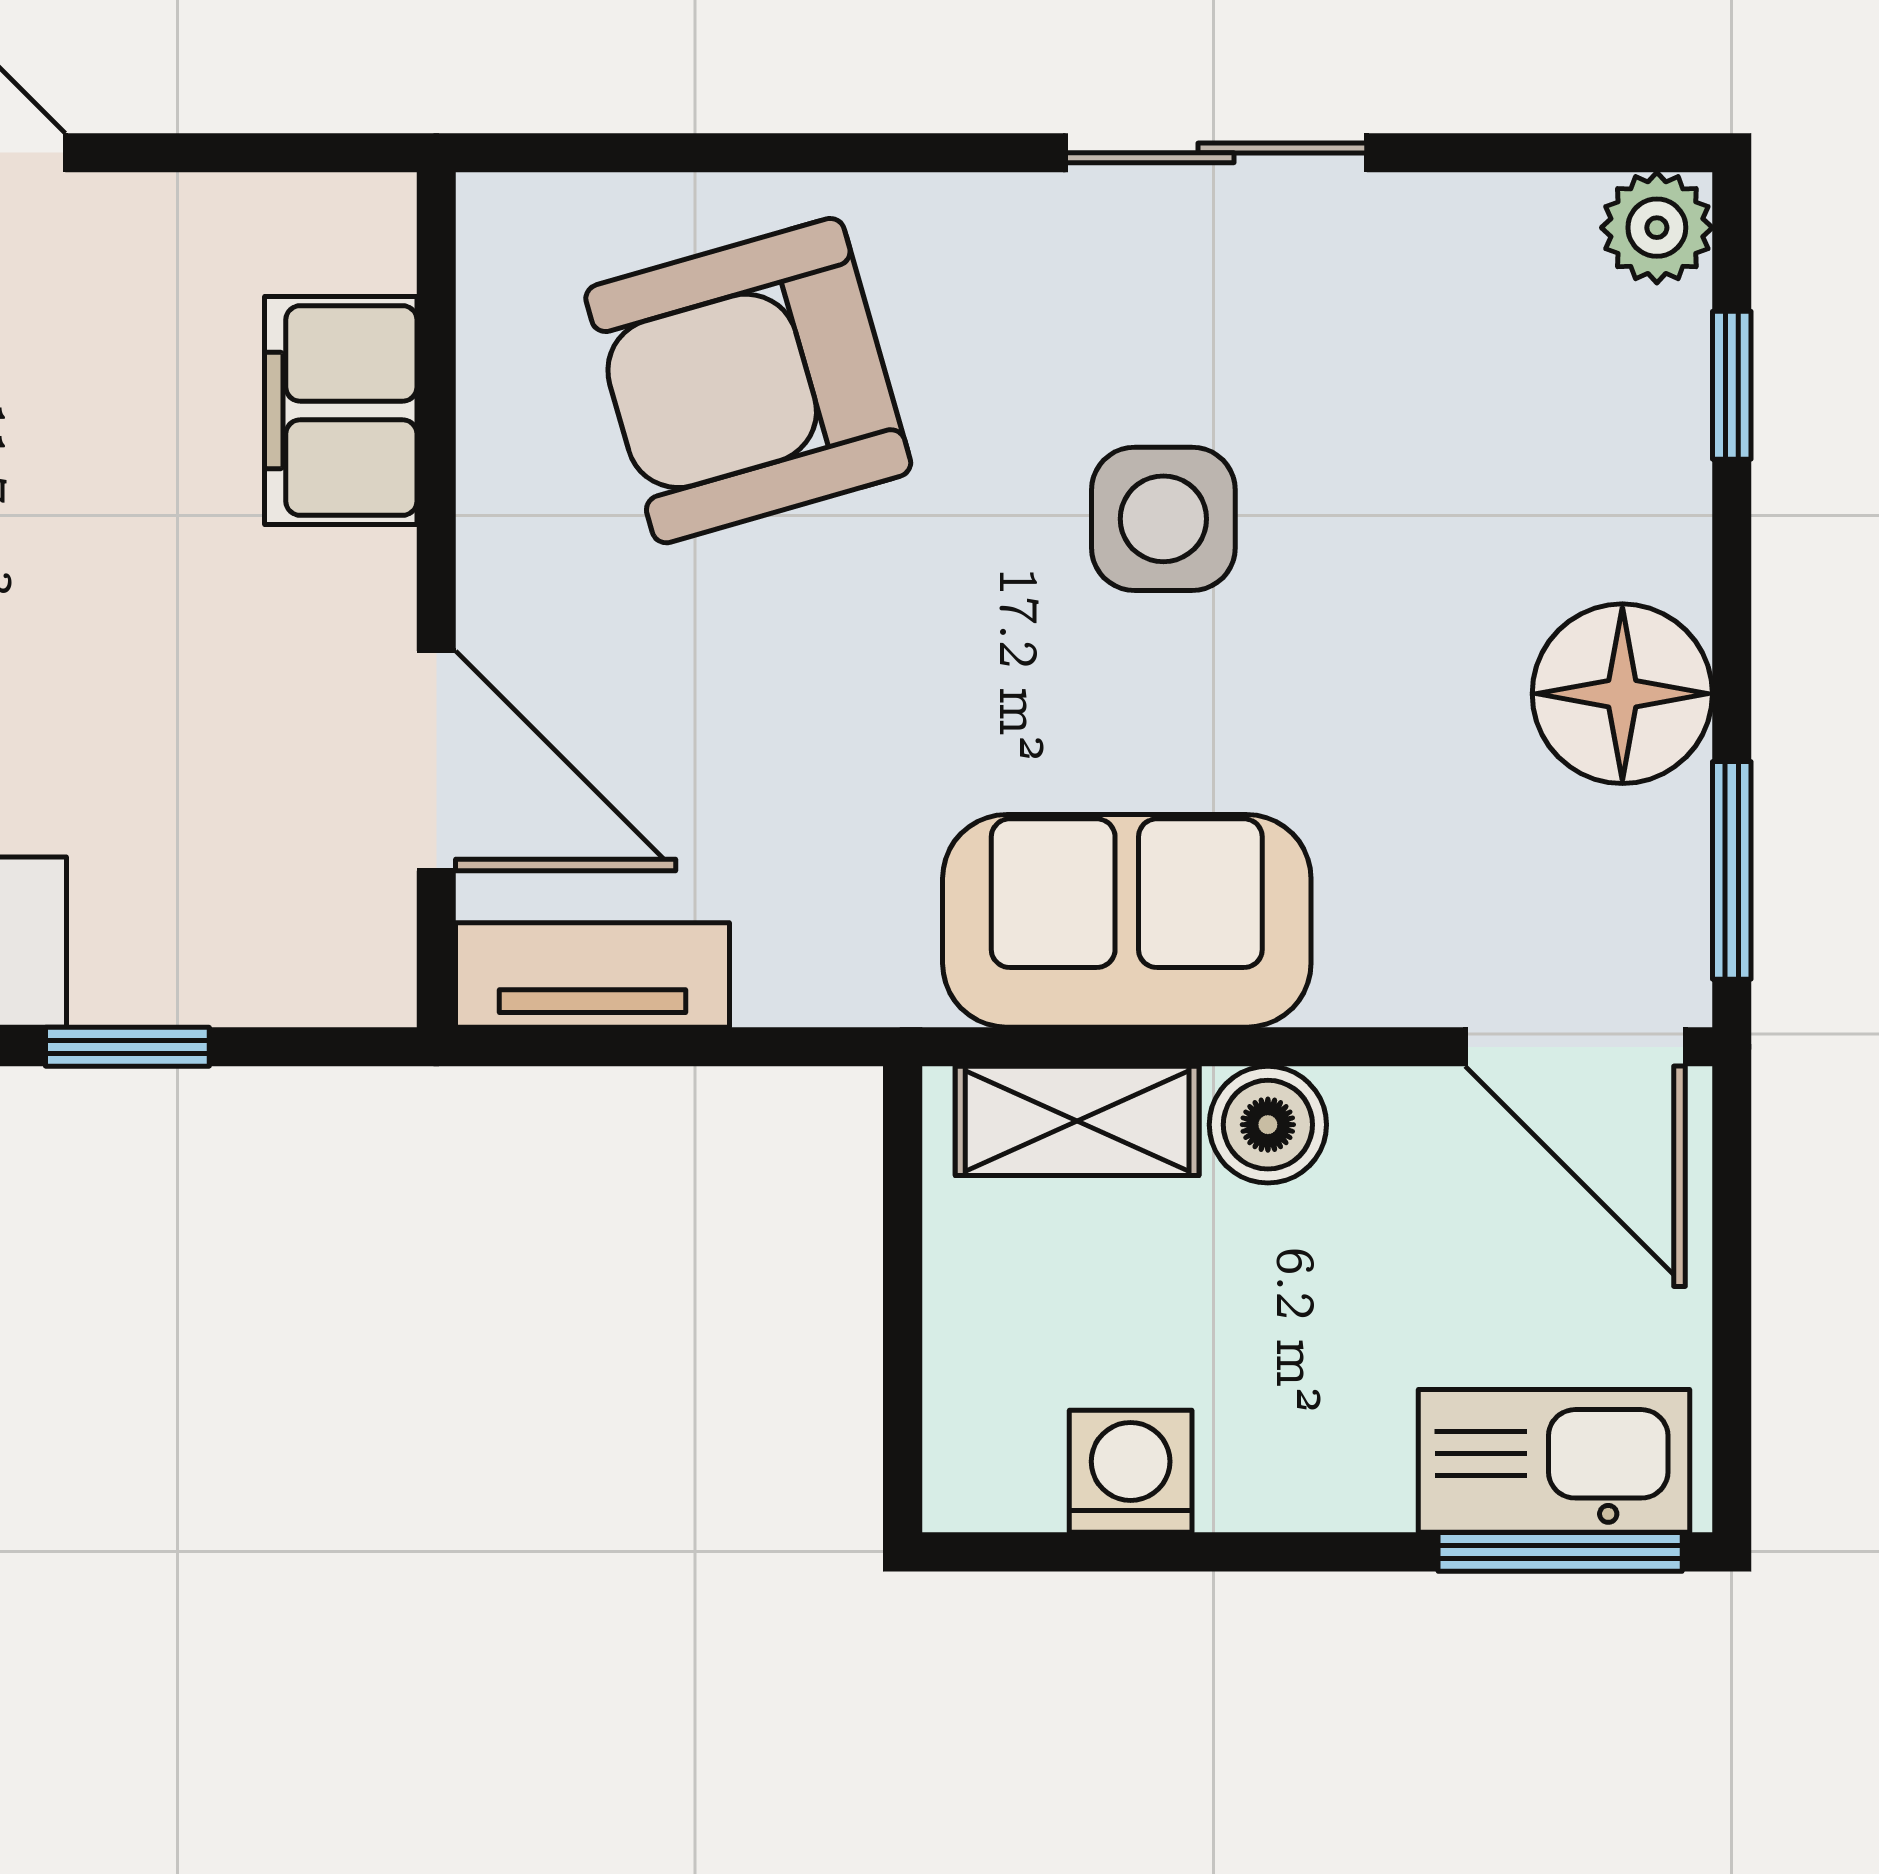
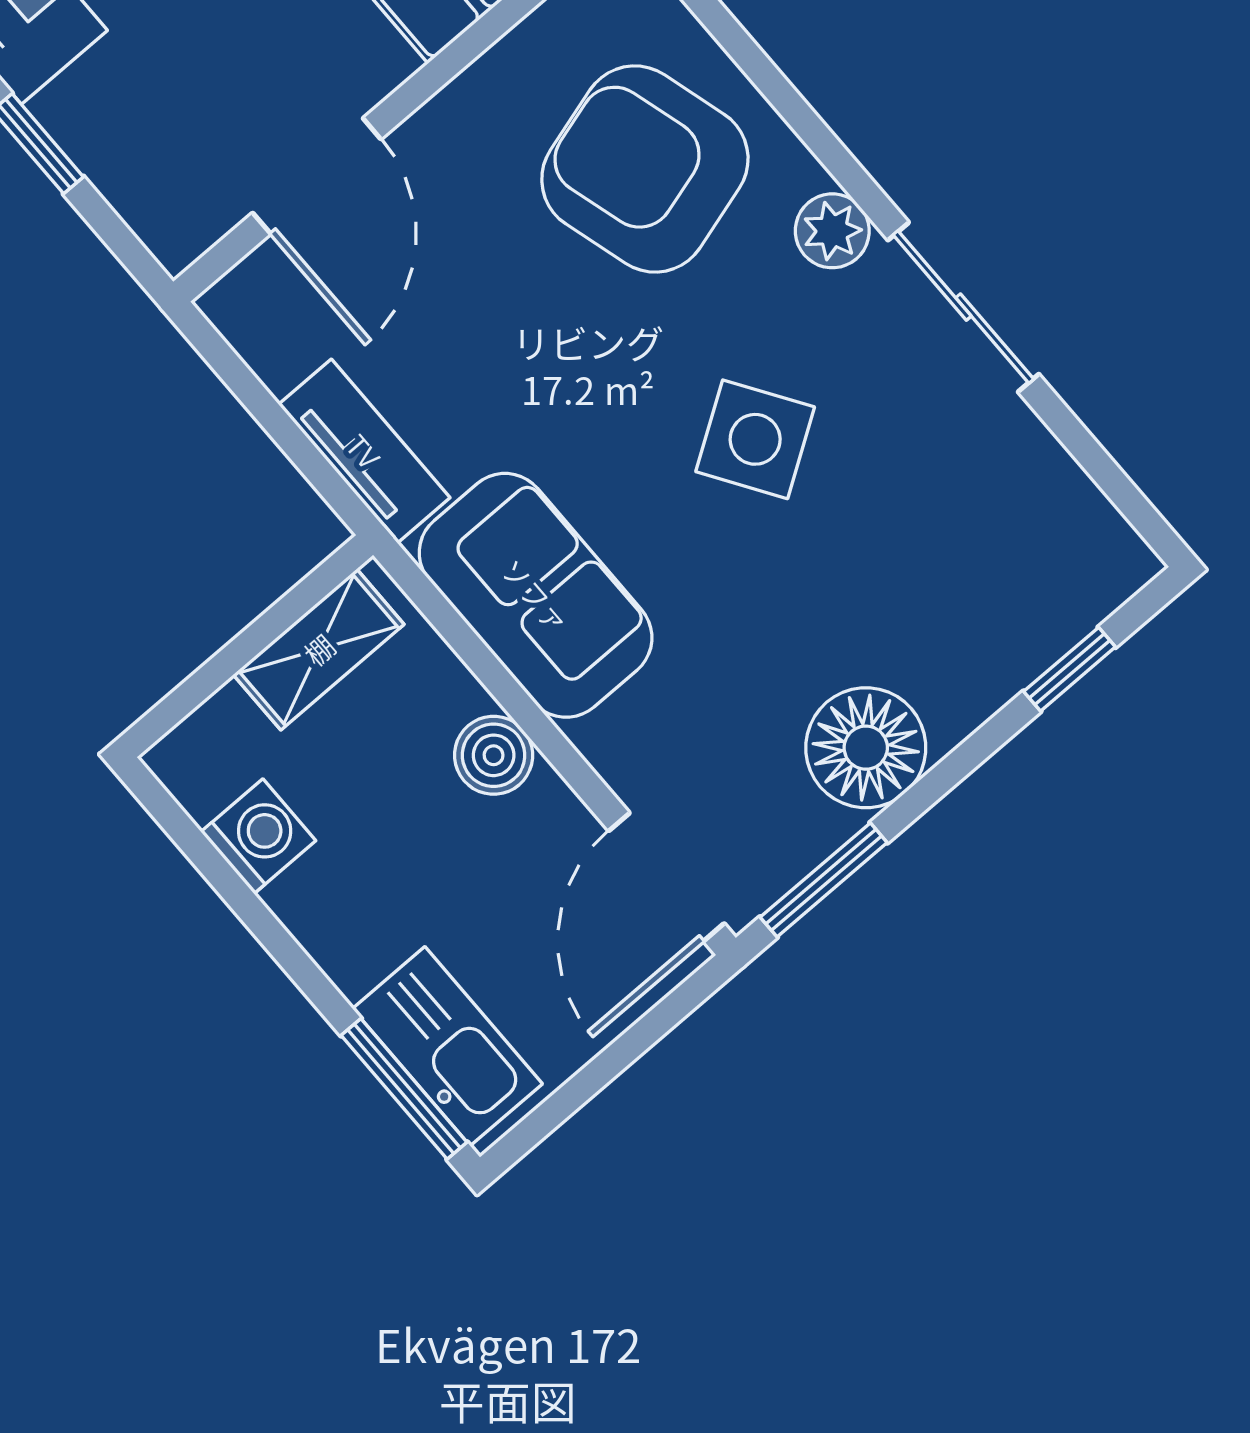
plant: (1657, 228) -> (832, 231), moved
side table: (1163, 519) -> (755, 439), turned -33
tv unit: (593, 975) -> (364, 451), moved
shelving: (1077, 1121) -> (319, 649), moved, turned 90

